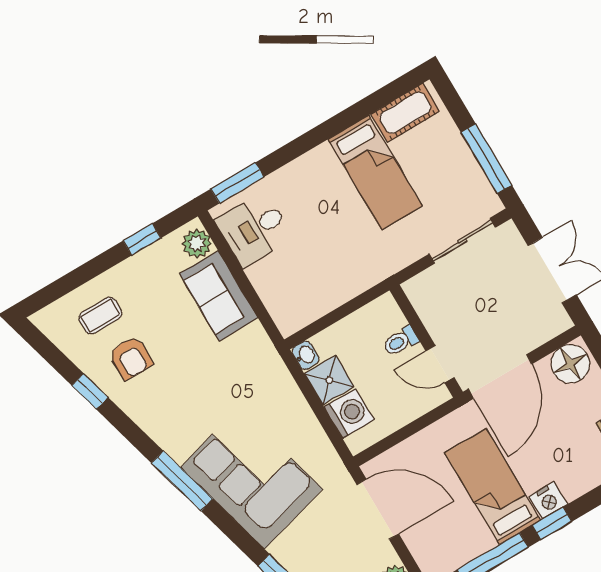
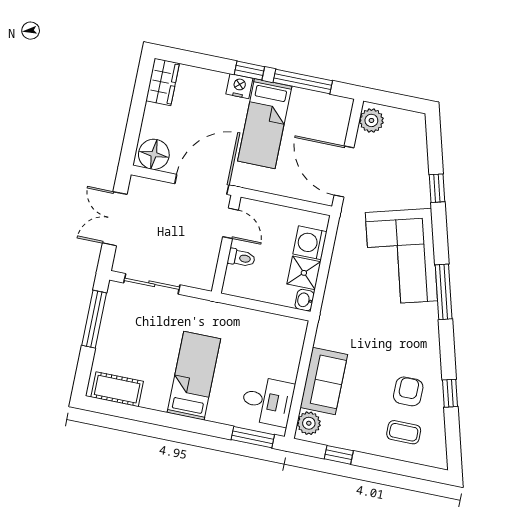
bed: (375, 173) -> (194, 376), moved

